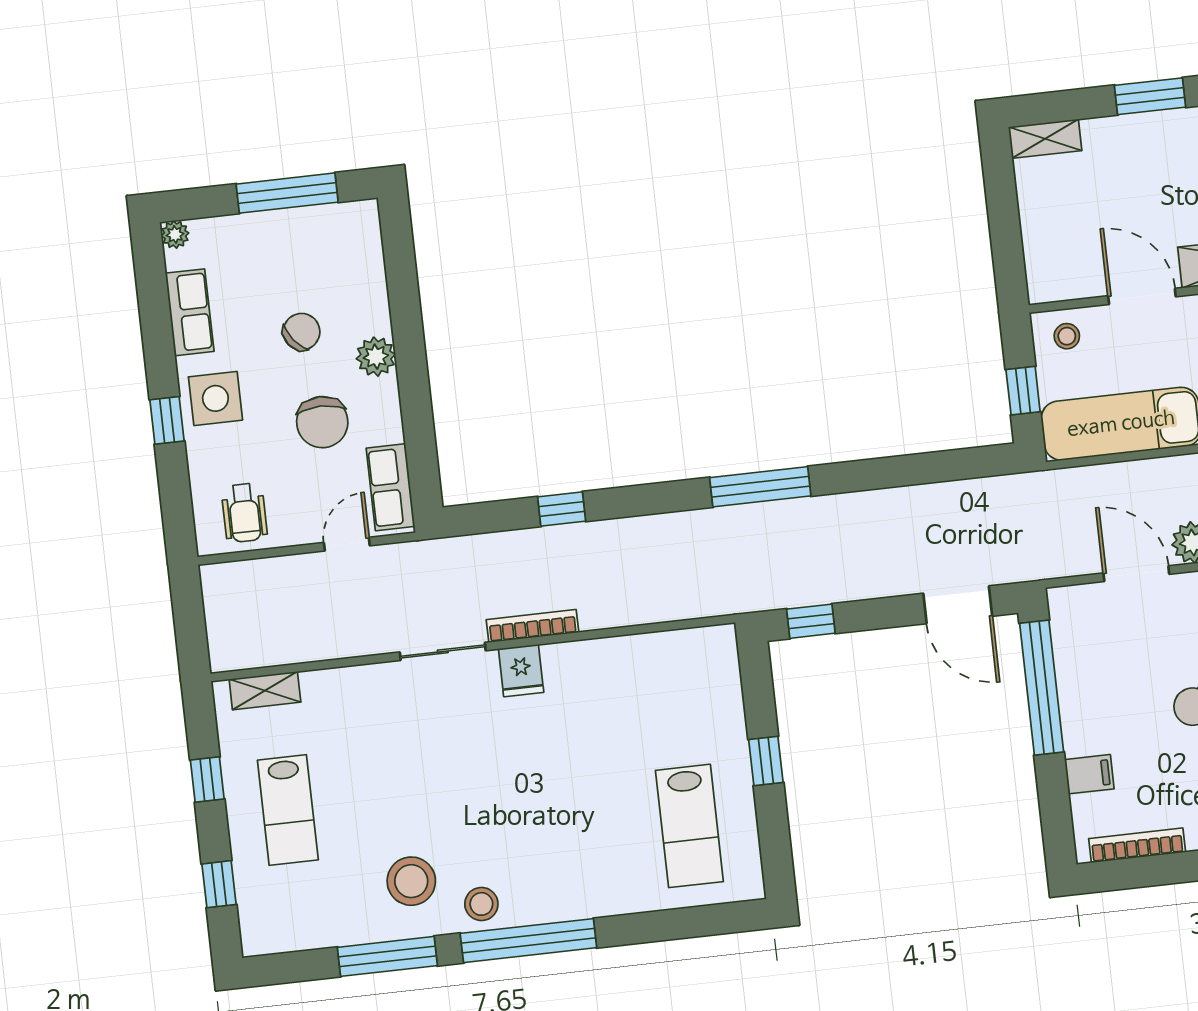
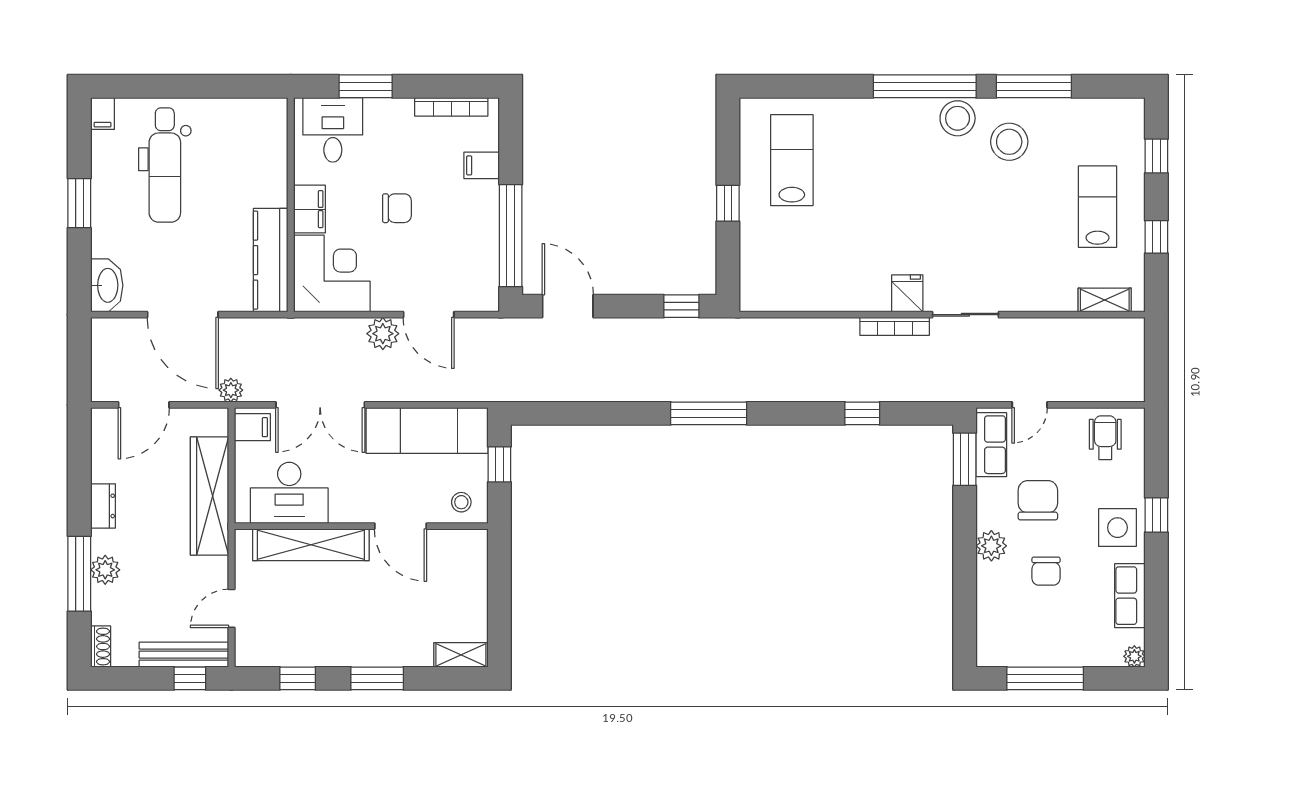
chair: (301, 332) -> (1046, 571), turned -52
window: (423, 465) -> (965, 459), added
stool: (481, 904) -> (958, 118), width x1.38, depth x1.38

